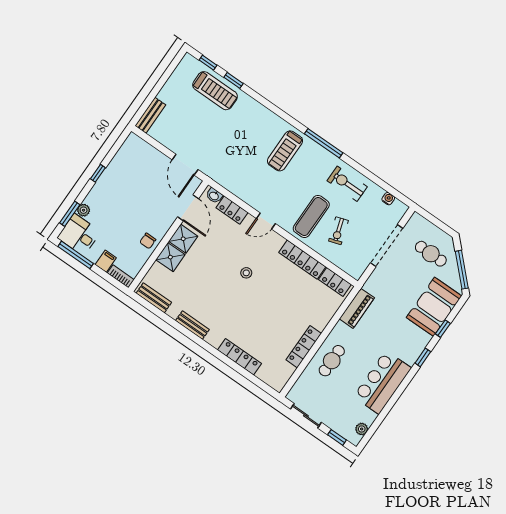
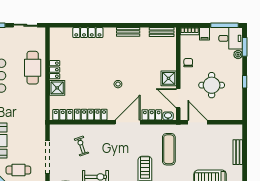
bench: (150, 115) -> (238, 152), moved
round table: (139, 196) -> (212, 85), added
exercise mat: (311, 216) -> (169, 149), moved
door: (266, 221) -> (128, 122), width x1.88
shower: (170, 257) -> (57, 88), moved
piano: (357, 308) -> (39, 108), removed
locker: (304, 347) -> (55, 70), width x0.66
cafe table: (332, 361) -> (33, 68), width x1.37, depth x1.35

